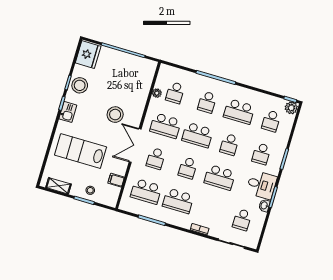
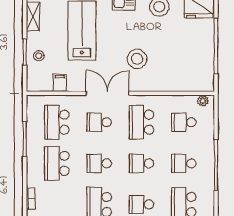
plant: (157, 93) -> (203, 101), moved
school desk: (197, 135) -> (142, 163), width x0.54

